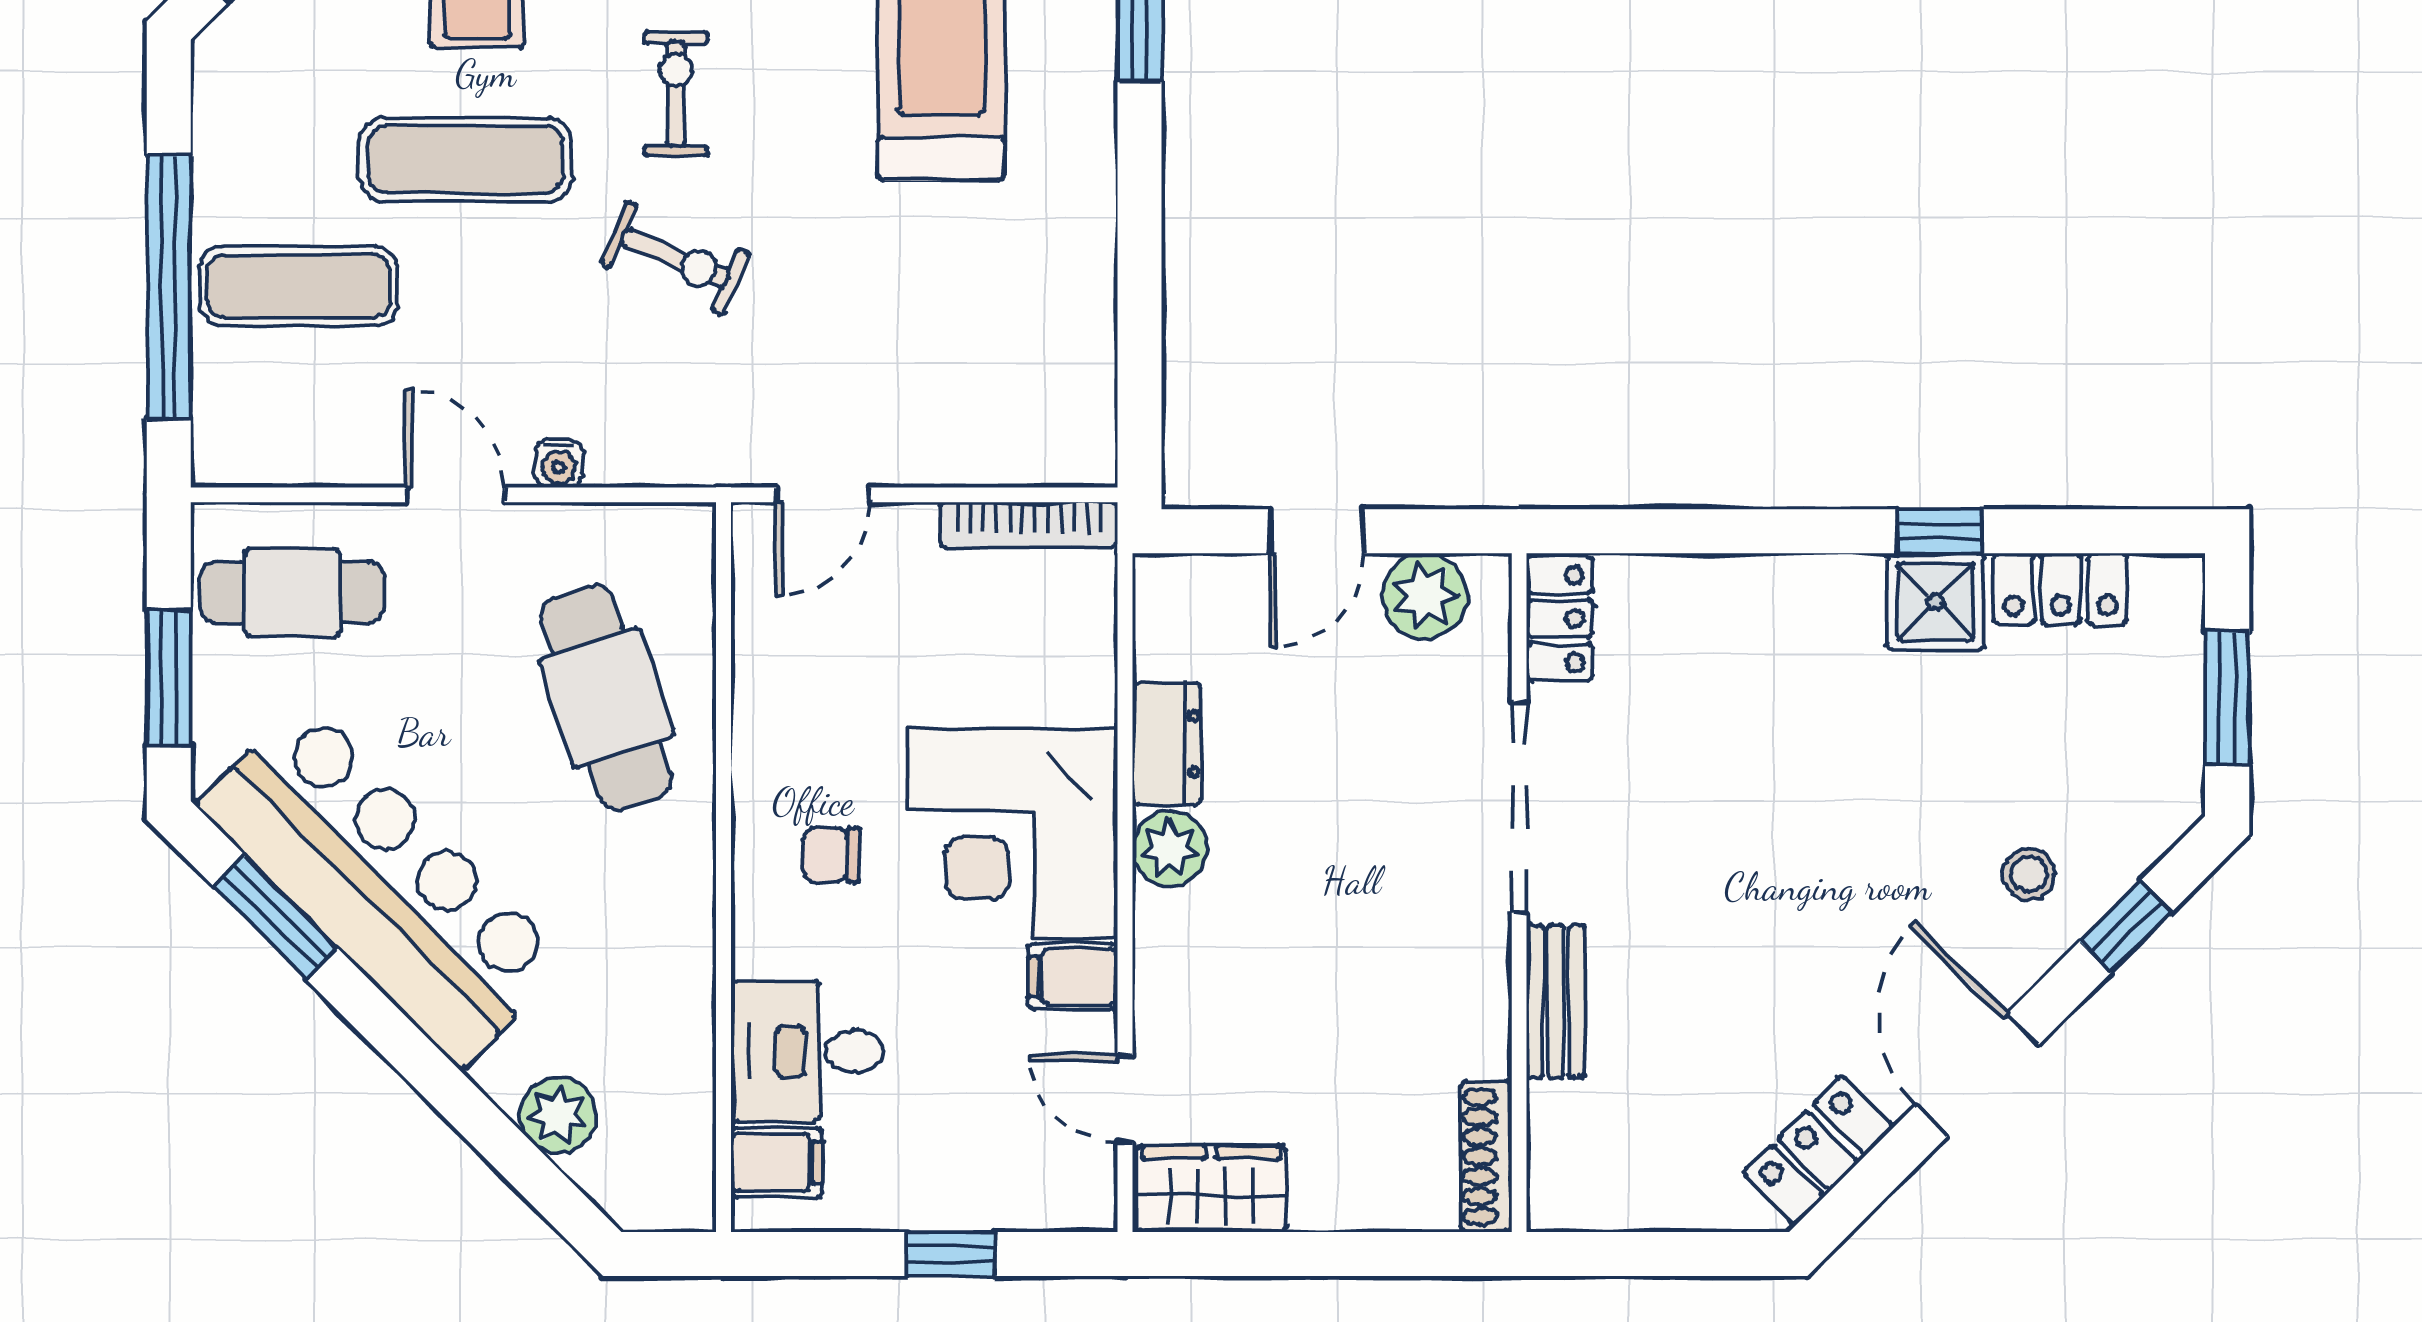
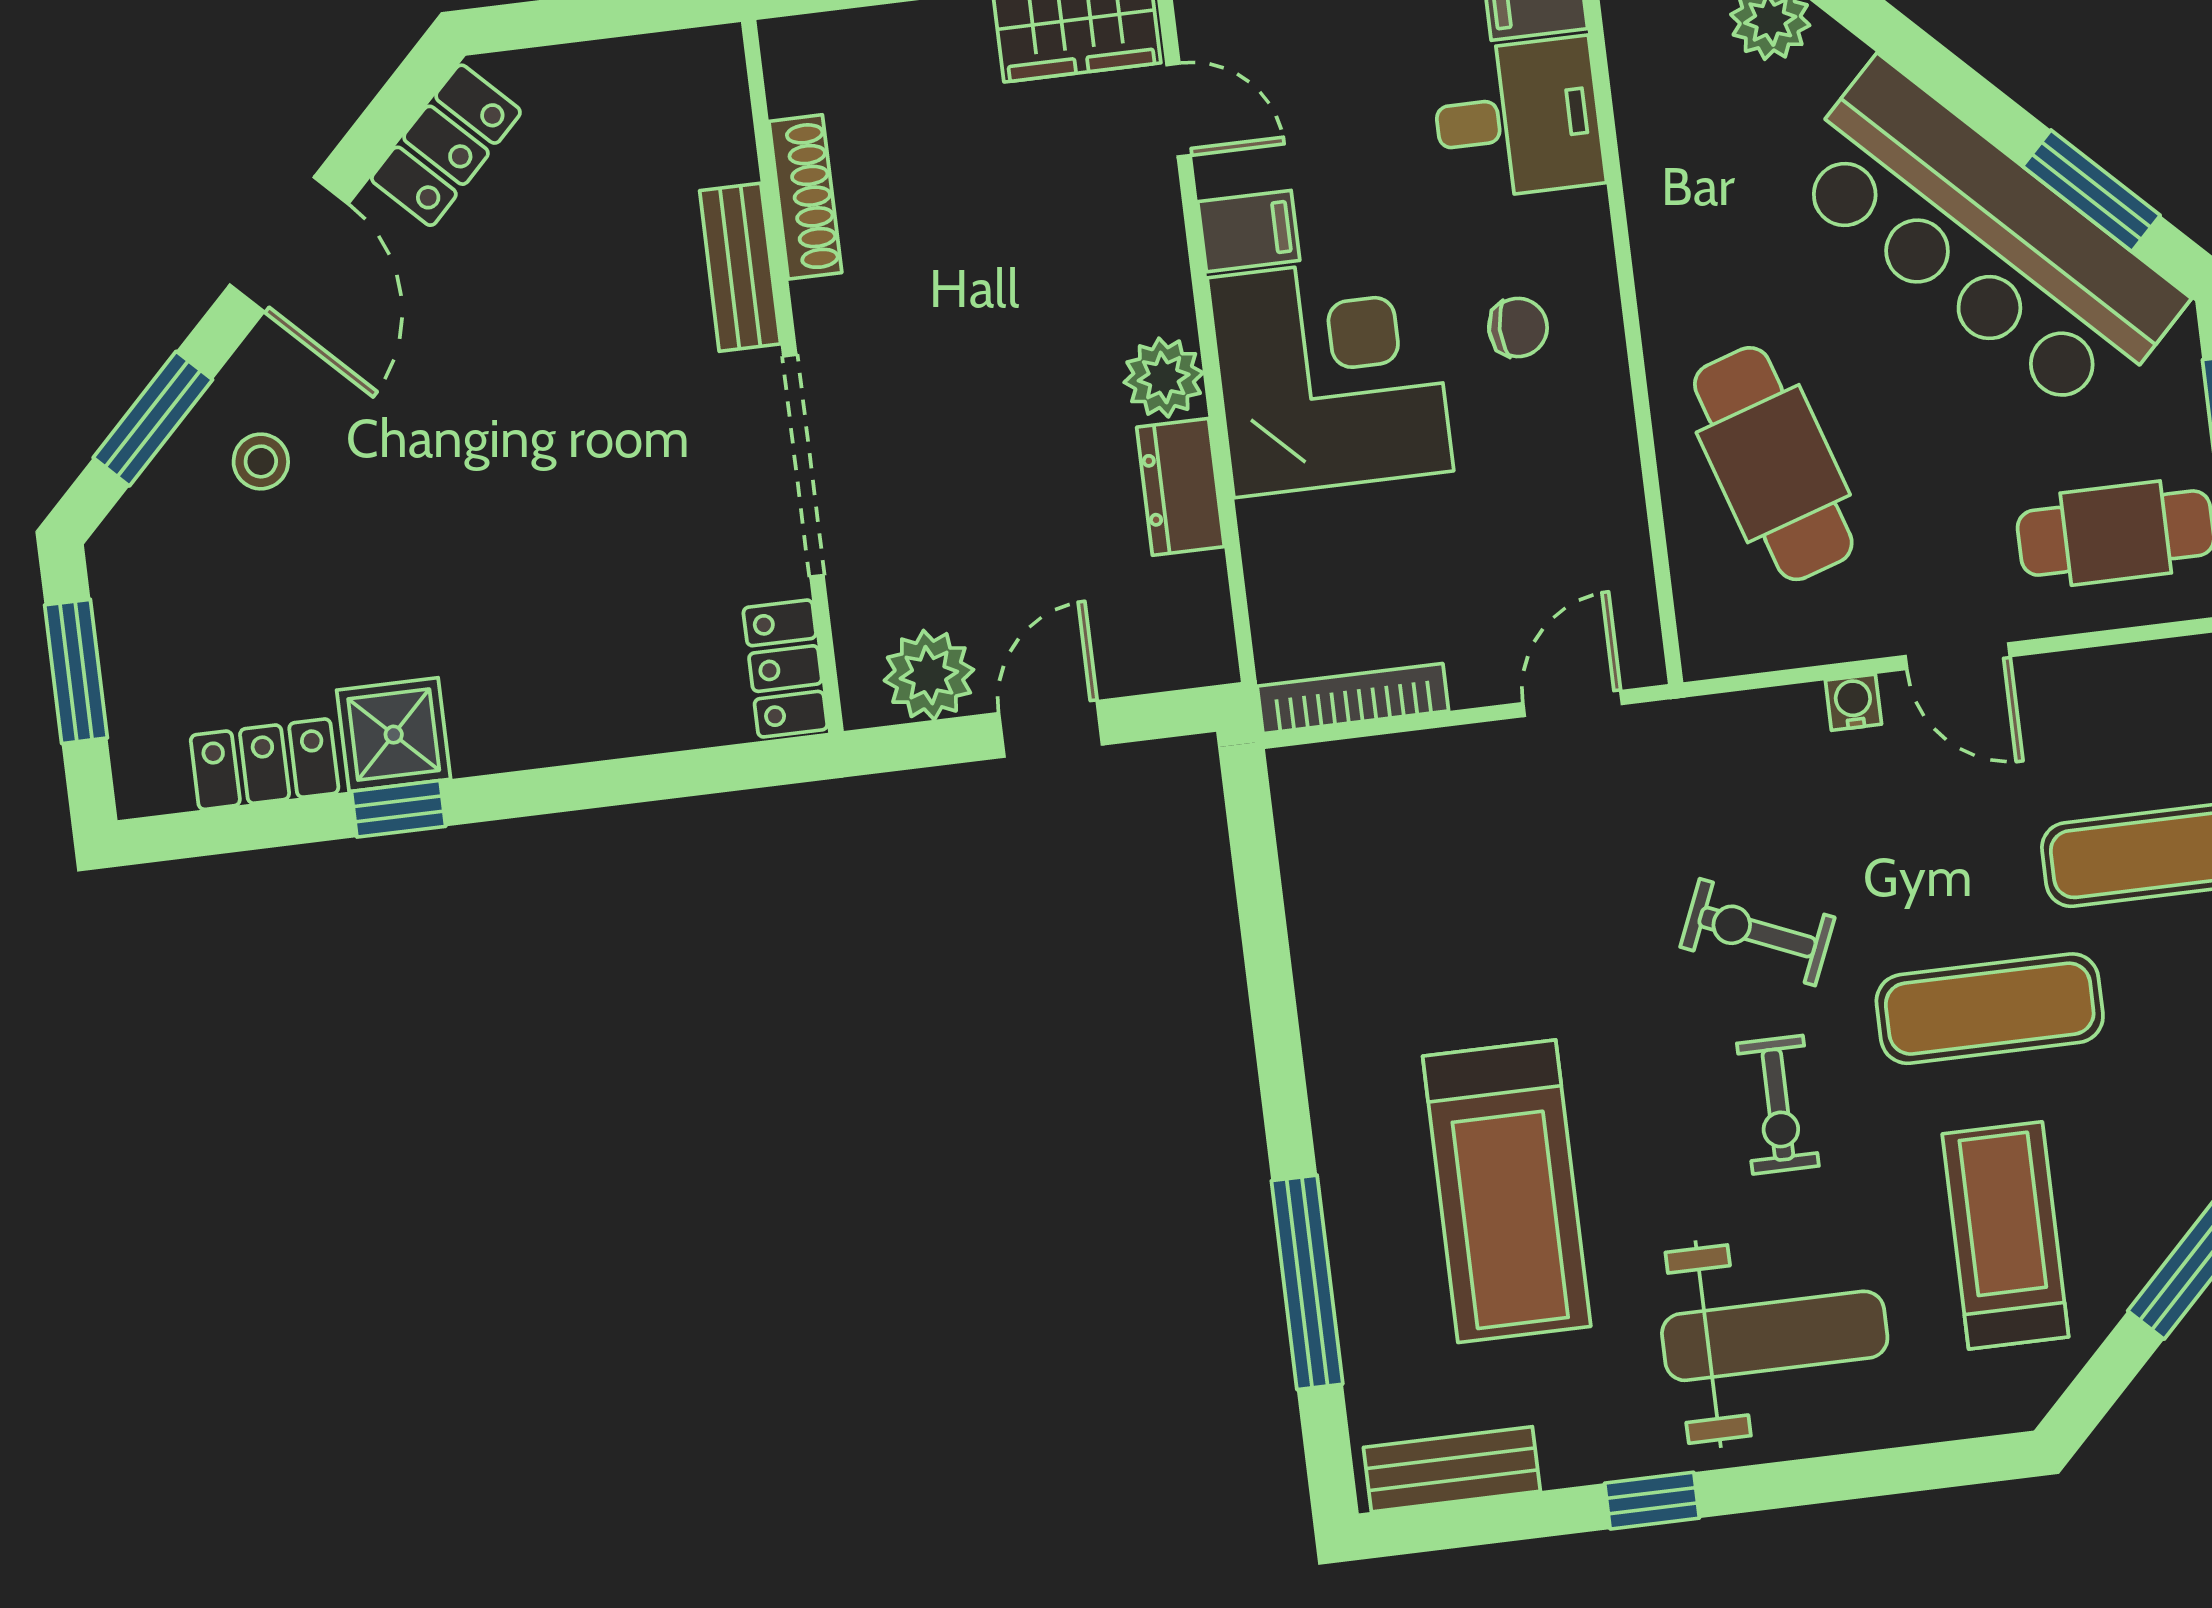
window: (2126, 927) -> (153, 419), width x1.50
shoe rack: (1486, 1157) -> (805, 197), moved

